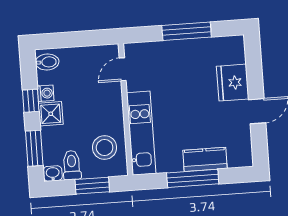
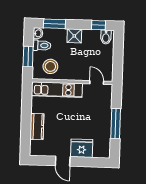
washing machine: (45, 93) -> (87, 34), removed
window: (31, 101) -> (98, 25), moved
window: (193, 178) -> (26, 118), removed

